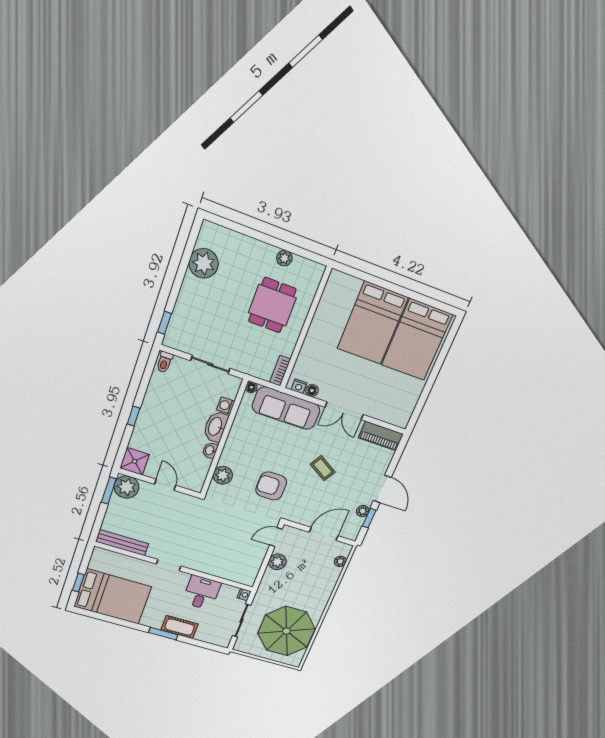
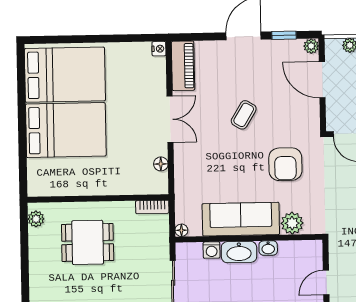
plant: (284, 258) -> (36, 219), moved
nightstand: (299, 386) -> (159, 49), moved
sofa: (286, 408) -> (241, 219), moved, turned -90
plant: (363, 511) -> (311, 46), moved

